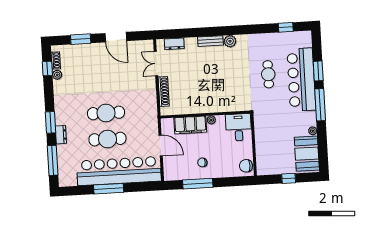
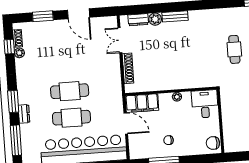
plant: (230, 41) -> (155, 19), moved
filing cabinet: (190, 125) -> (142, 103), moved

